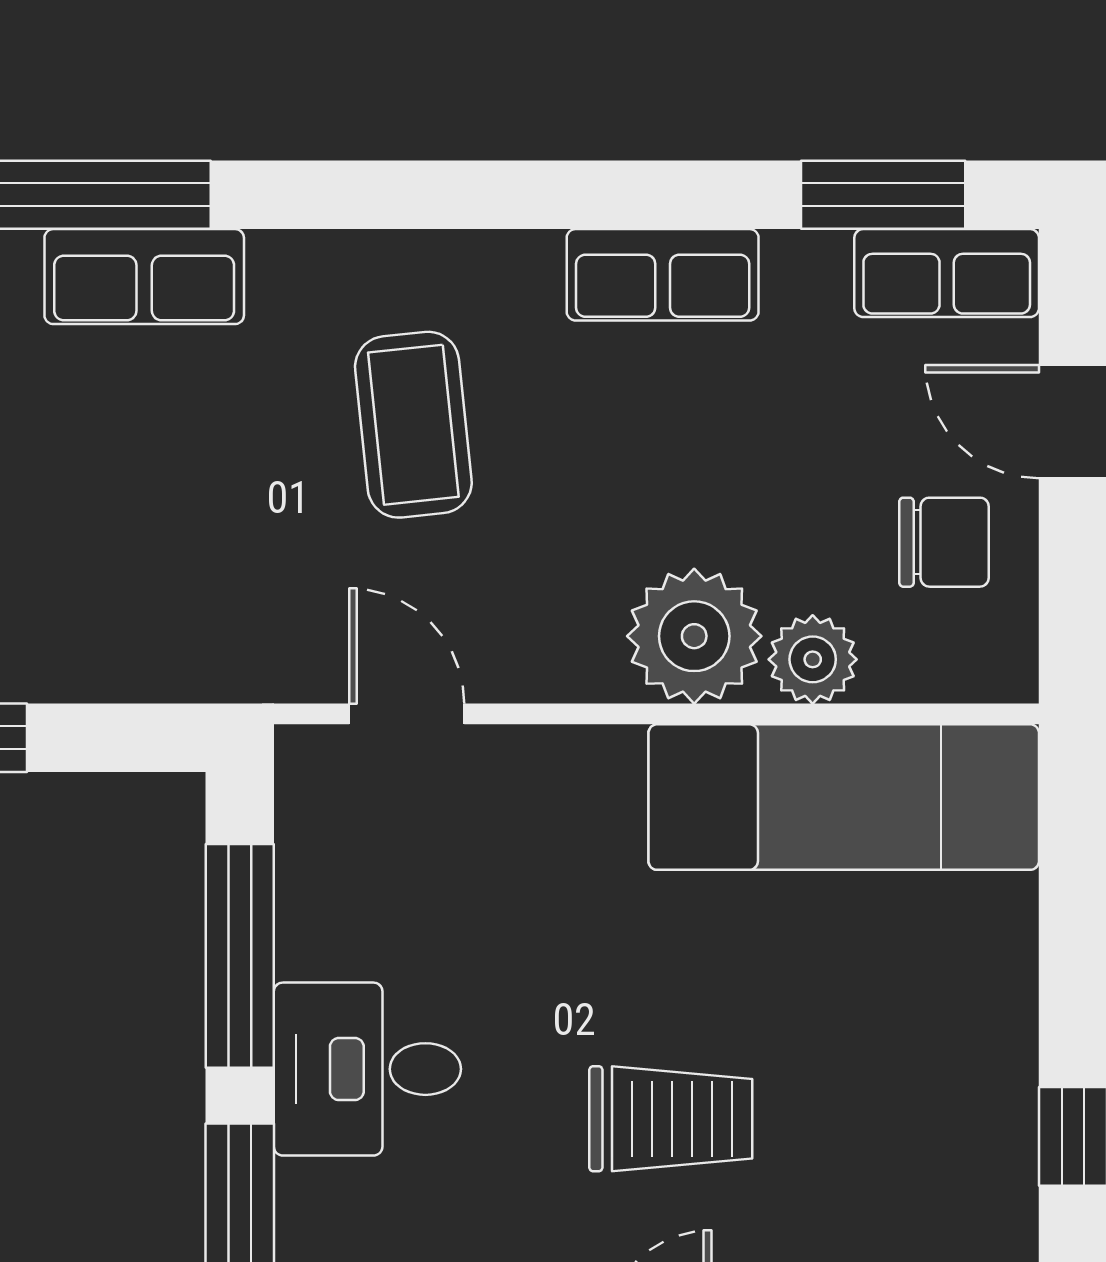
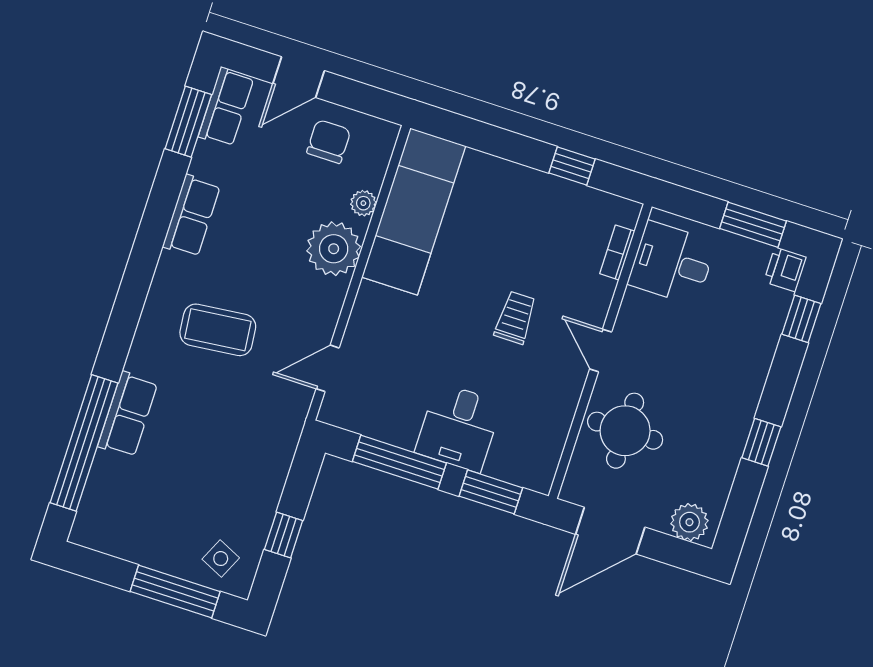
plant: (813, 659) -> (363, 203), width x0.73, depth x0.73
trolley: (671, 1119) -> (515, 318), width x0.73, depth x0.72

